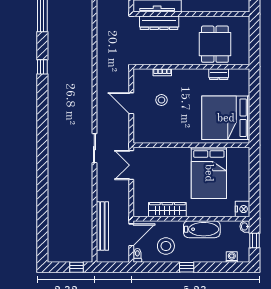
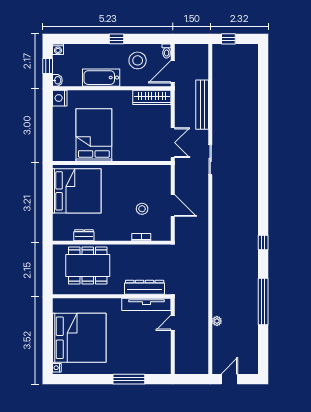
dining table: (215, 44) -> (88, 266), width x1.37
wardrobe: (167, 210) -> (152, 97), moved
bench: (102, 226) -> (202, 105), moved
washing machine: (232, 257) -> (58, 49), moved

